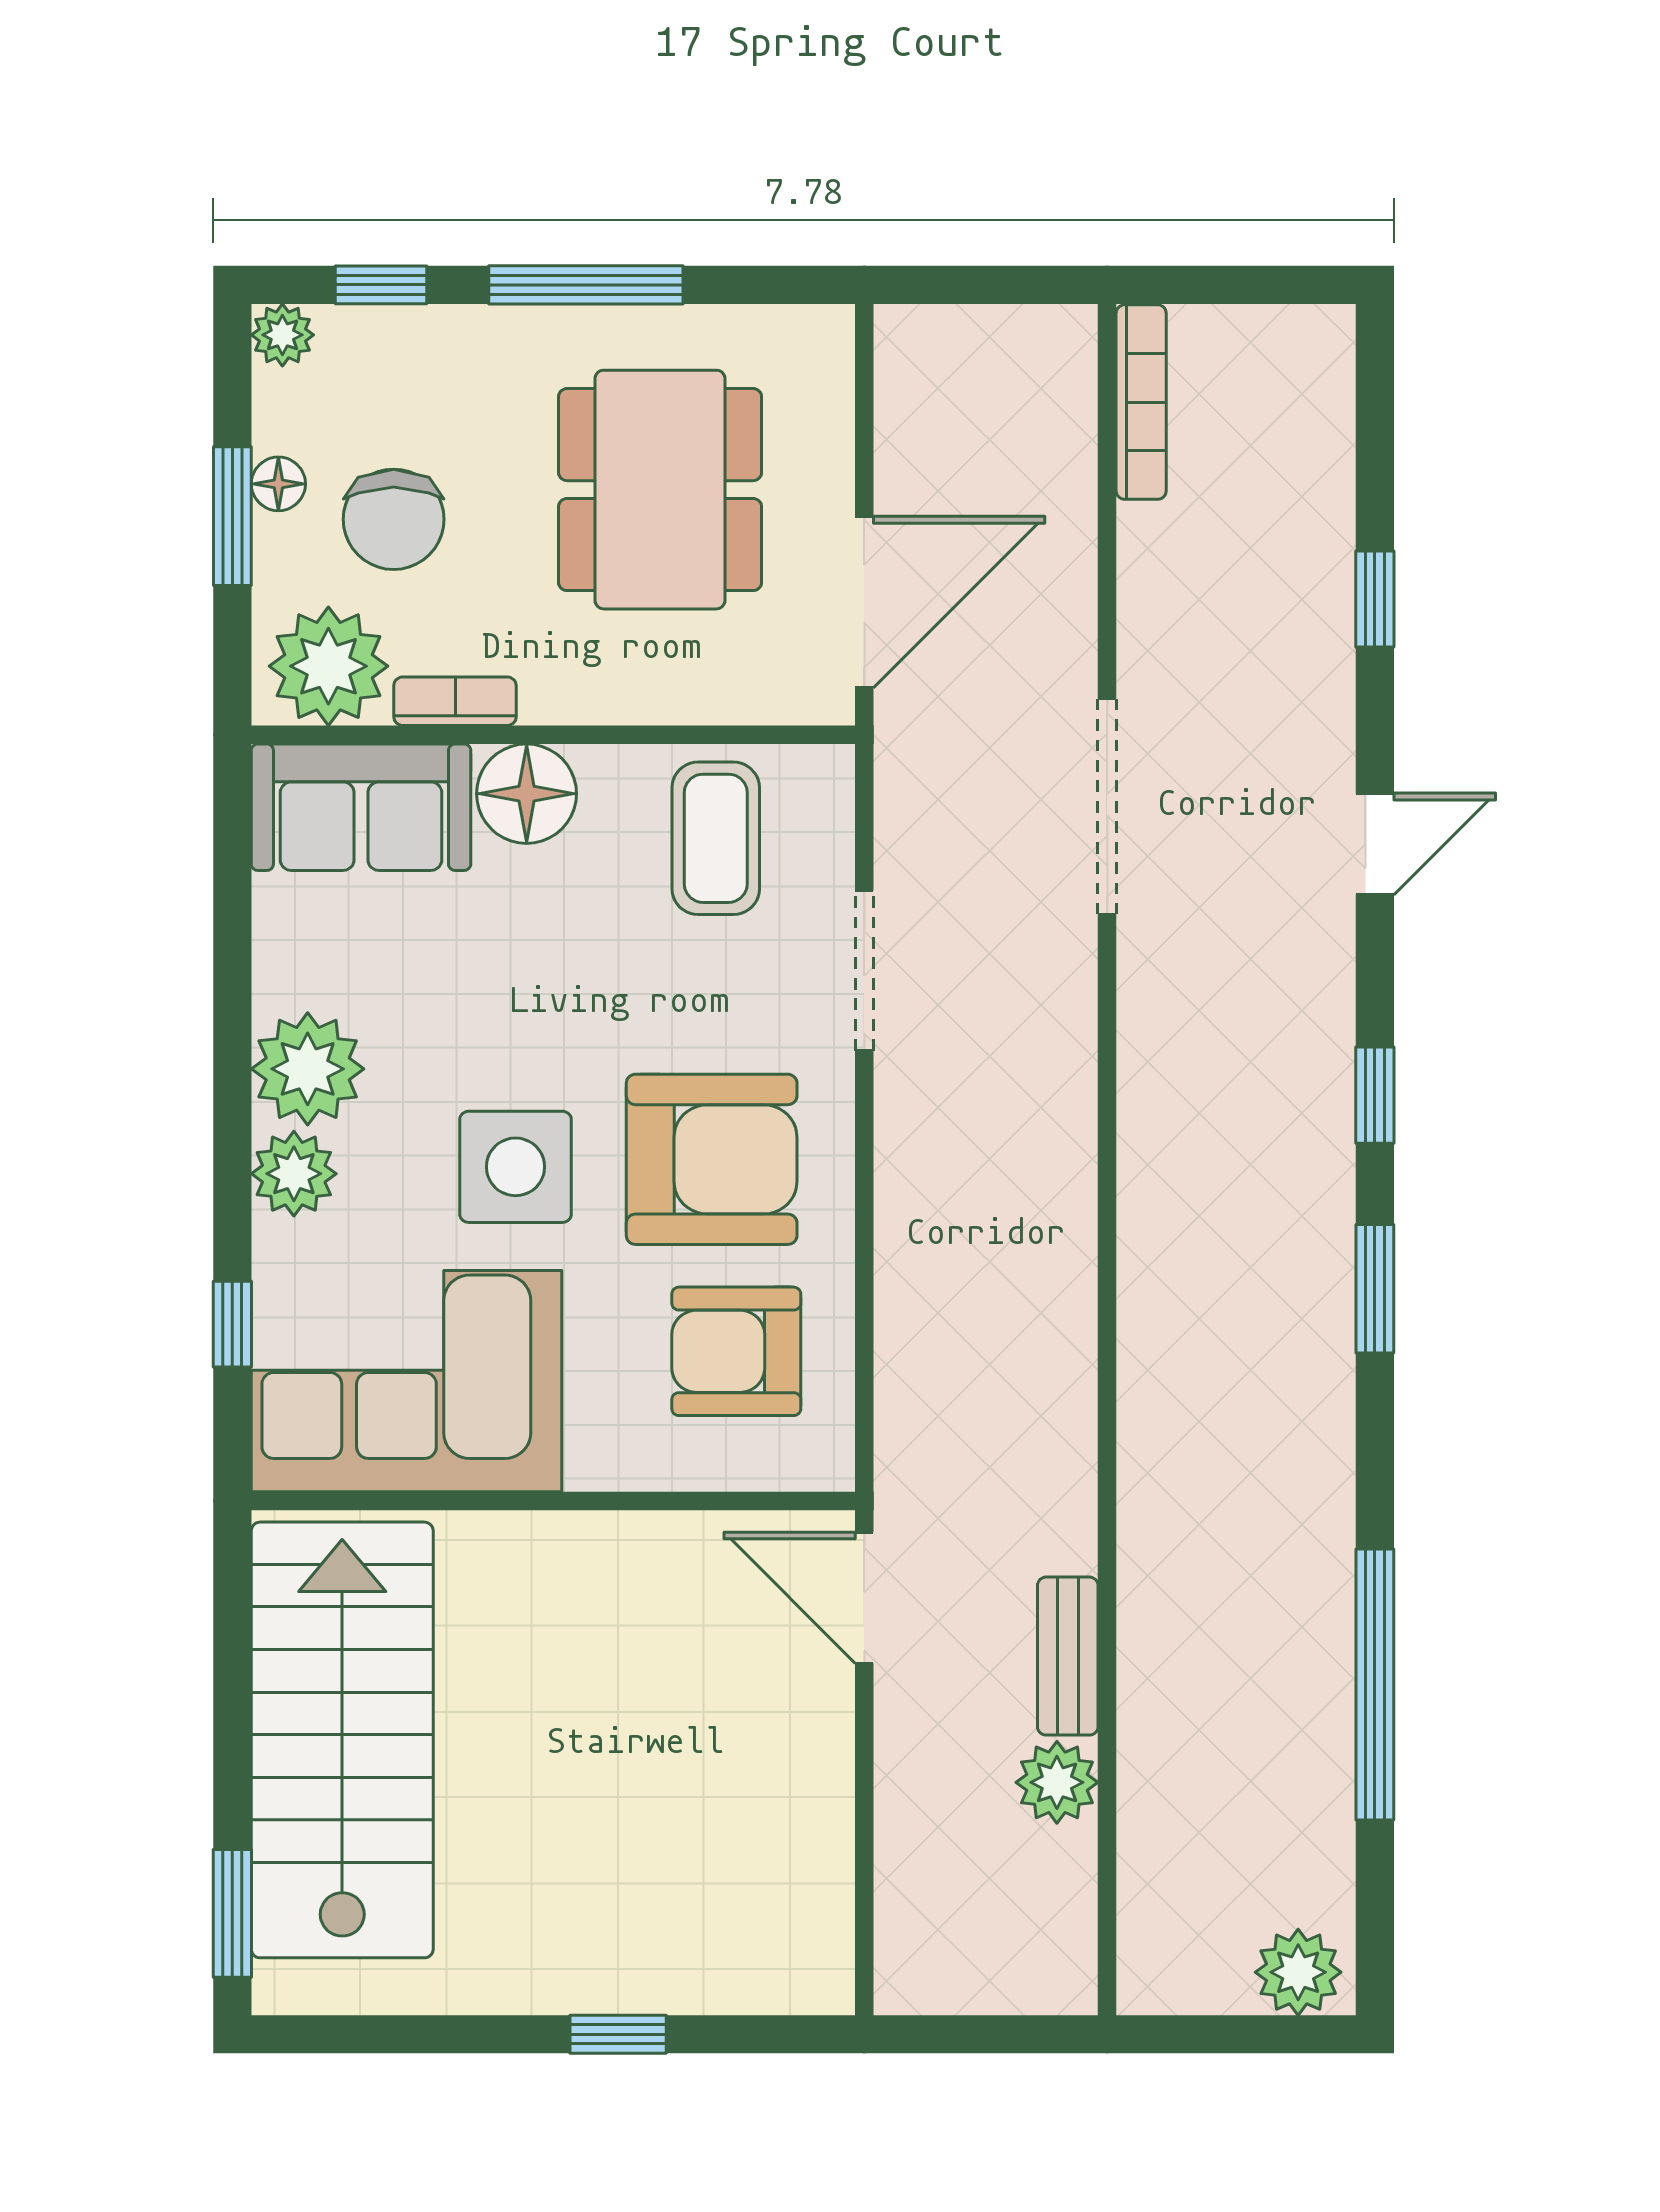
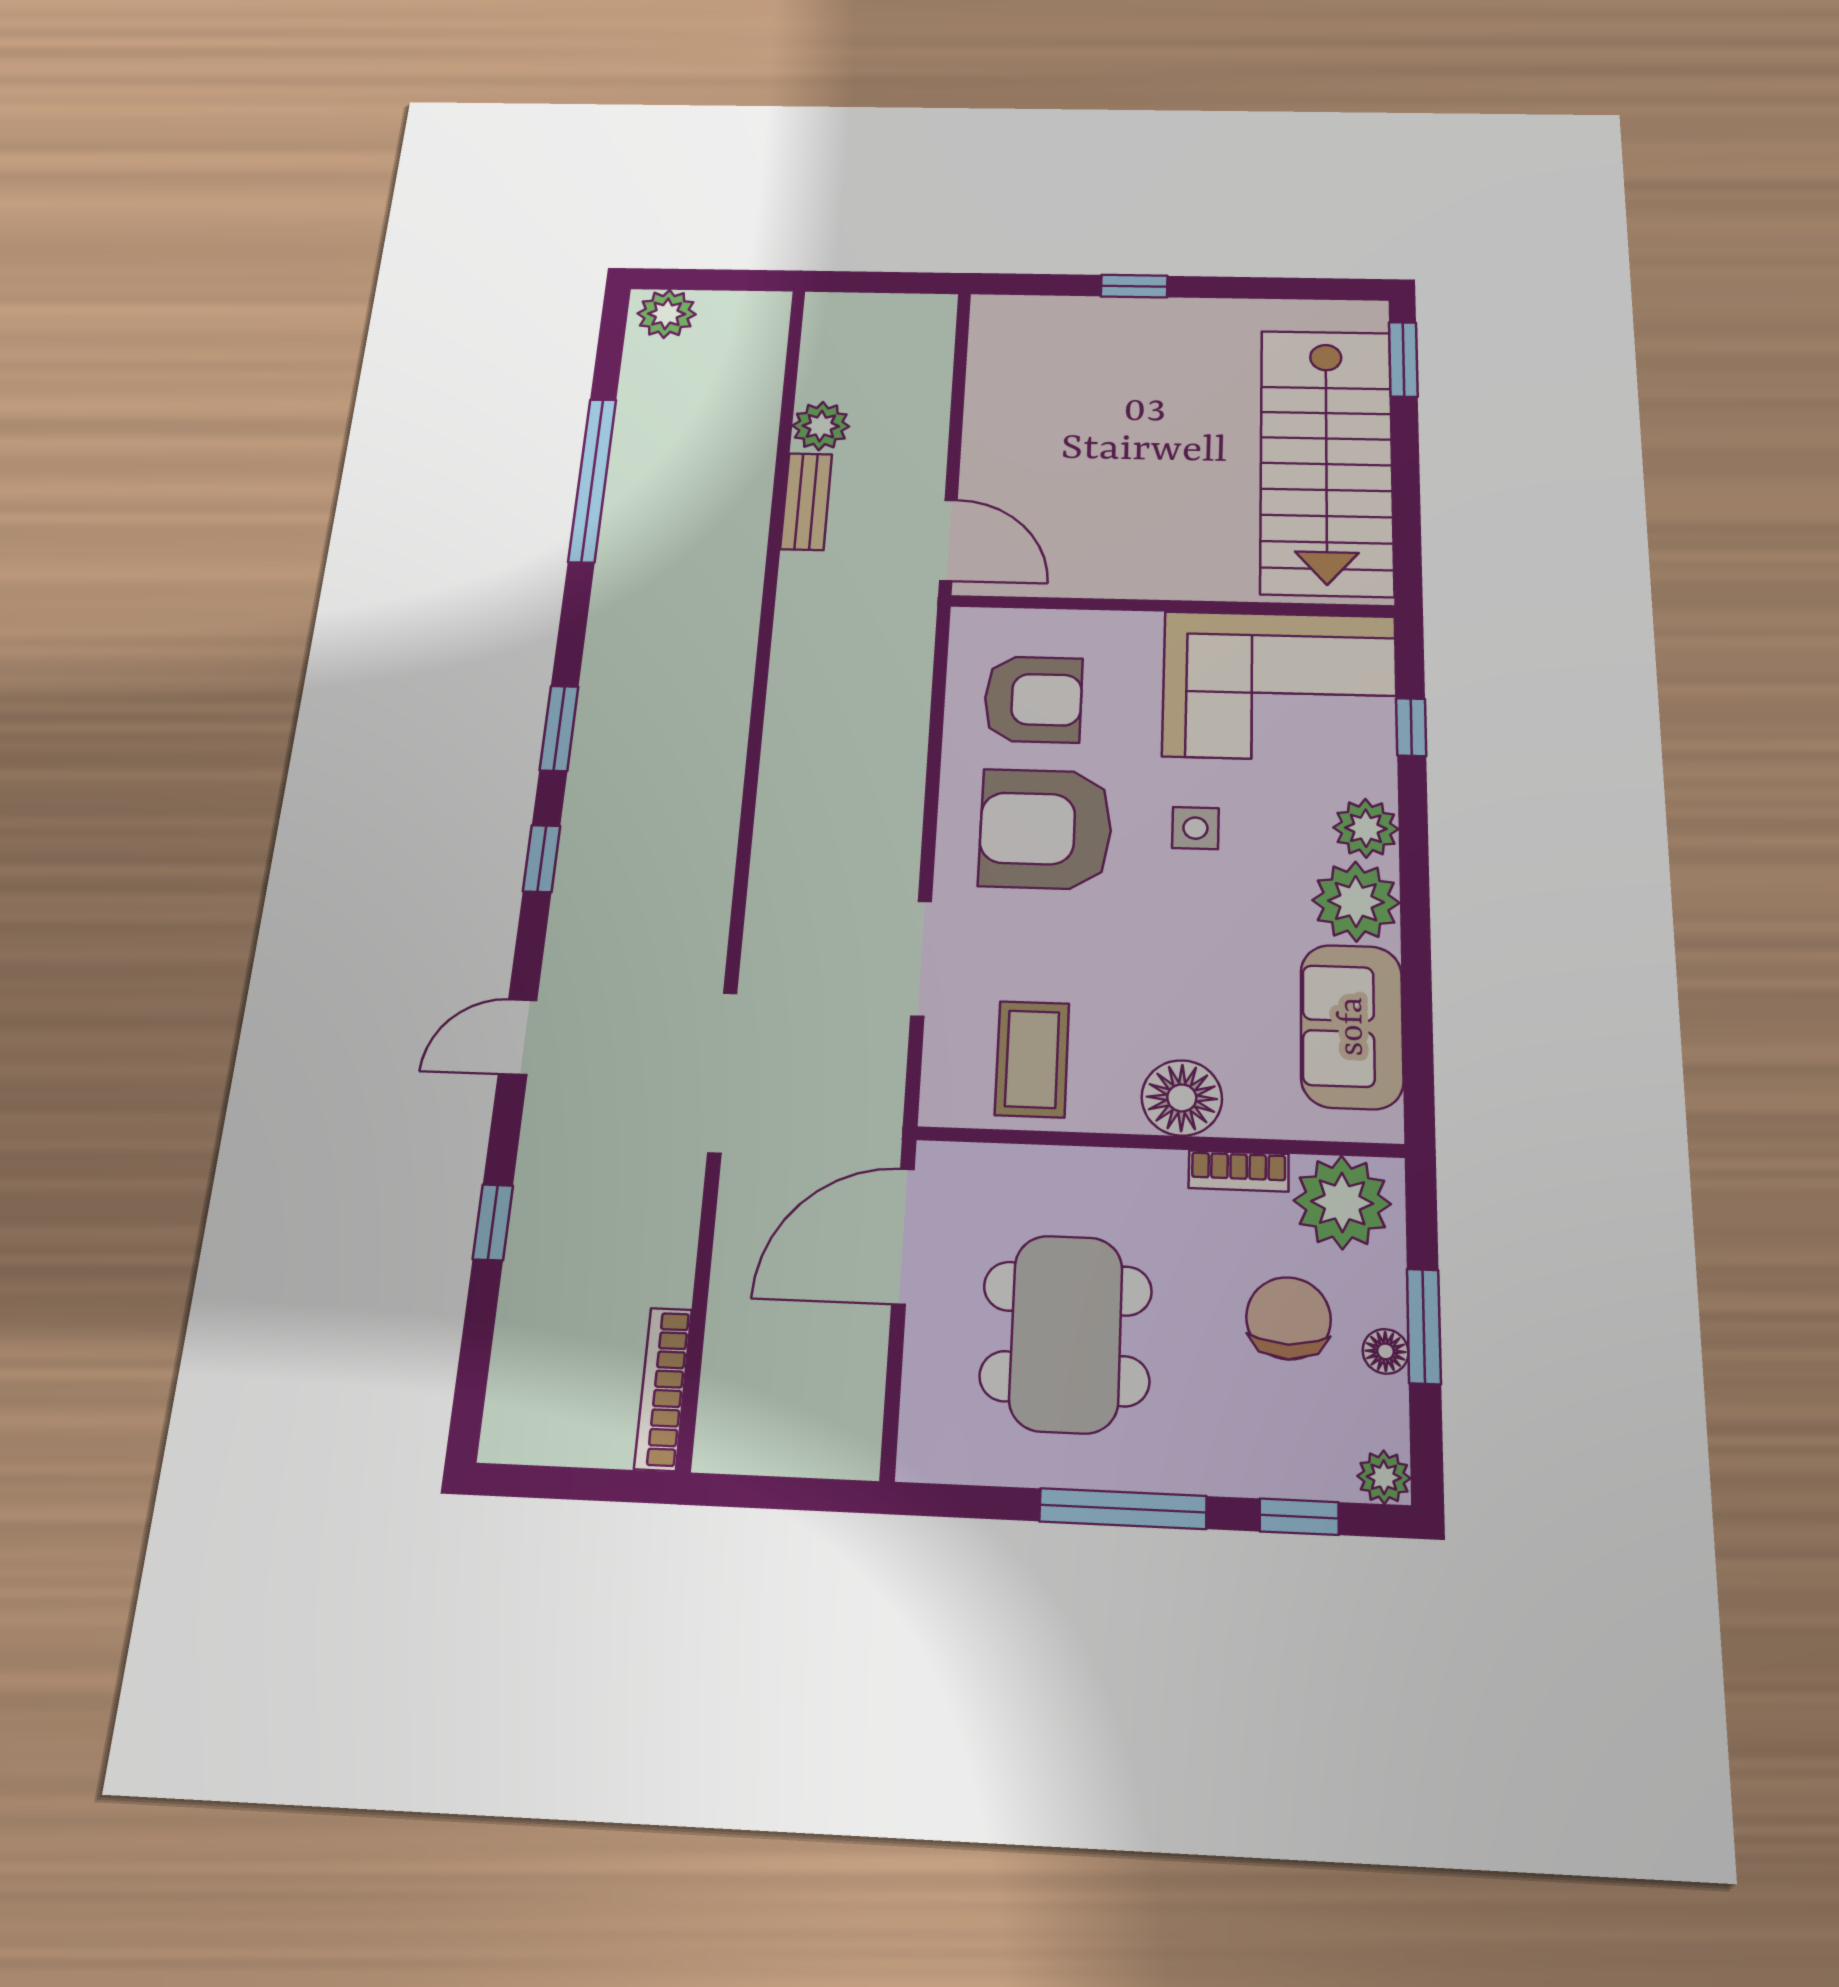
sofa: (361, 807) -> (1352, 1026), moved, turned -90
side table: (516, 1167) -> (1195, 828), width x0.54, depth x0.54

